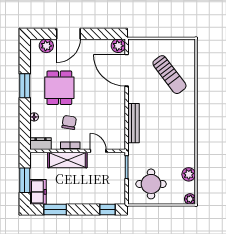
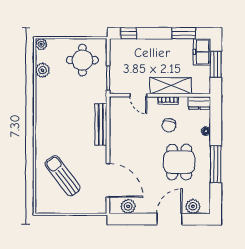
plant: (118, 46) -> (128, 206), moved
window: (25, 86) -> (216, 164), width x1.44

